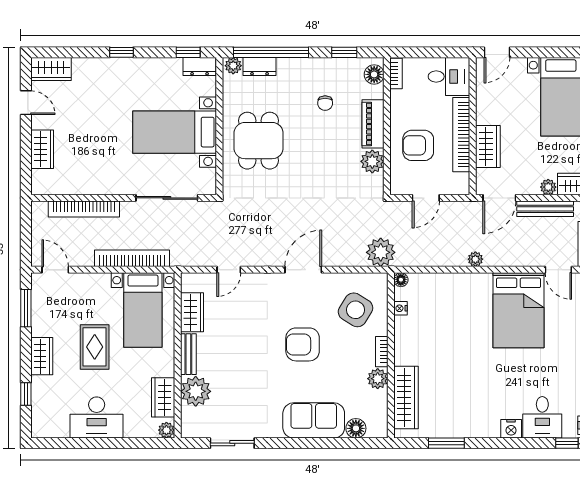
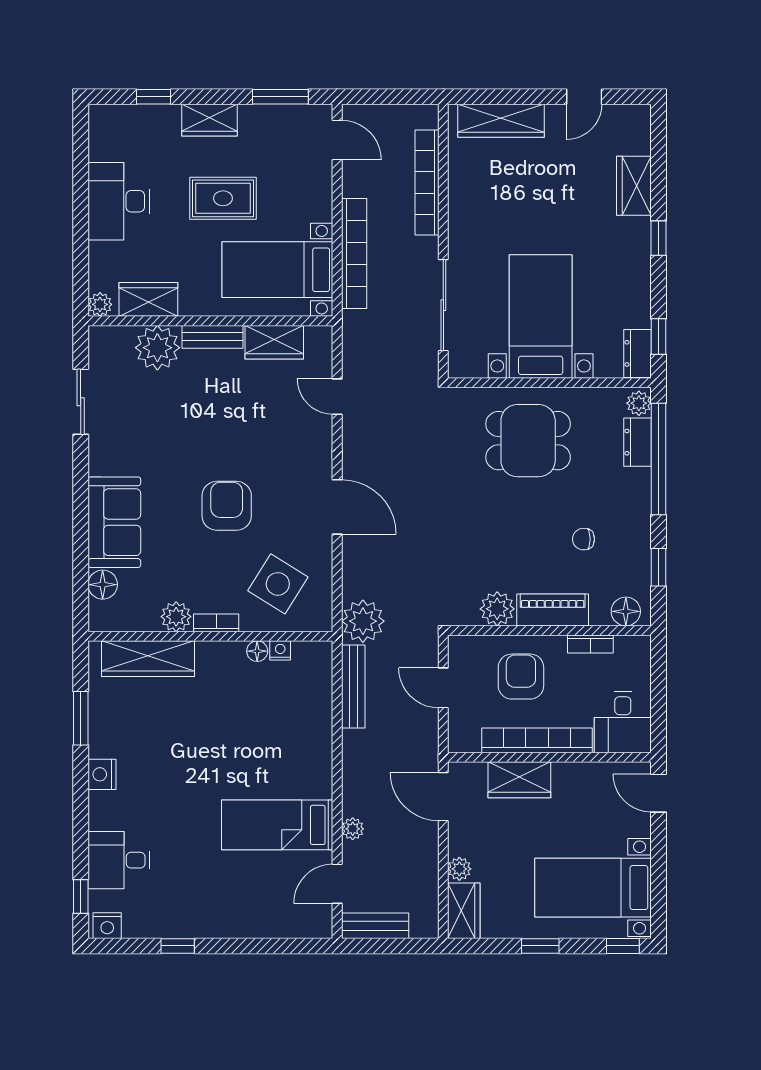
wardrobe: (51, 69) -> (634, 186), moved
bookcase: (396, 73) -> (590, 644), moved
wardrobe: (42, 149) -> (501, 121), width x1.50
bench: (545, 209) -> (353, 687), moved
plant: (475, 259) -> (353, 829), moved
door: (55, 270) -> (337, 140), hinge flipped
floor lamp: (401, 280) -> (257, 651), moved
bed: (518, 310) -> (277, 825), width x0.67
nightstand: (511, 429) -> (102, 774), moved

